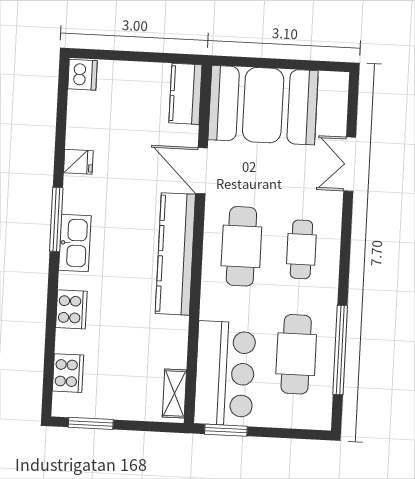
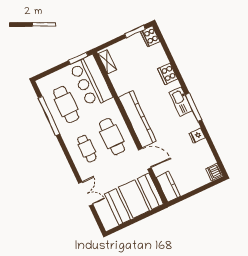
cooker: (68, 373) -> (150, 36), moved

